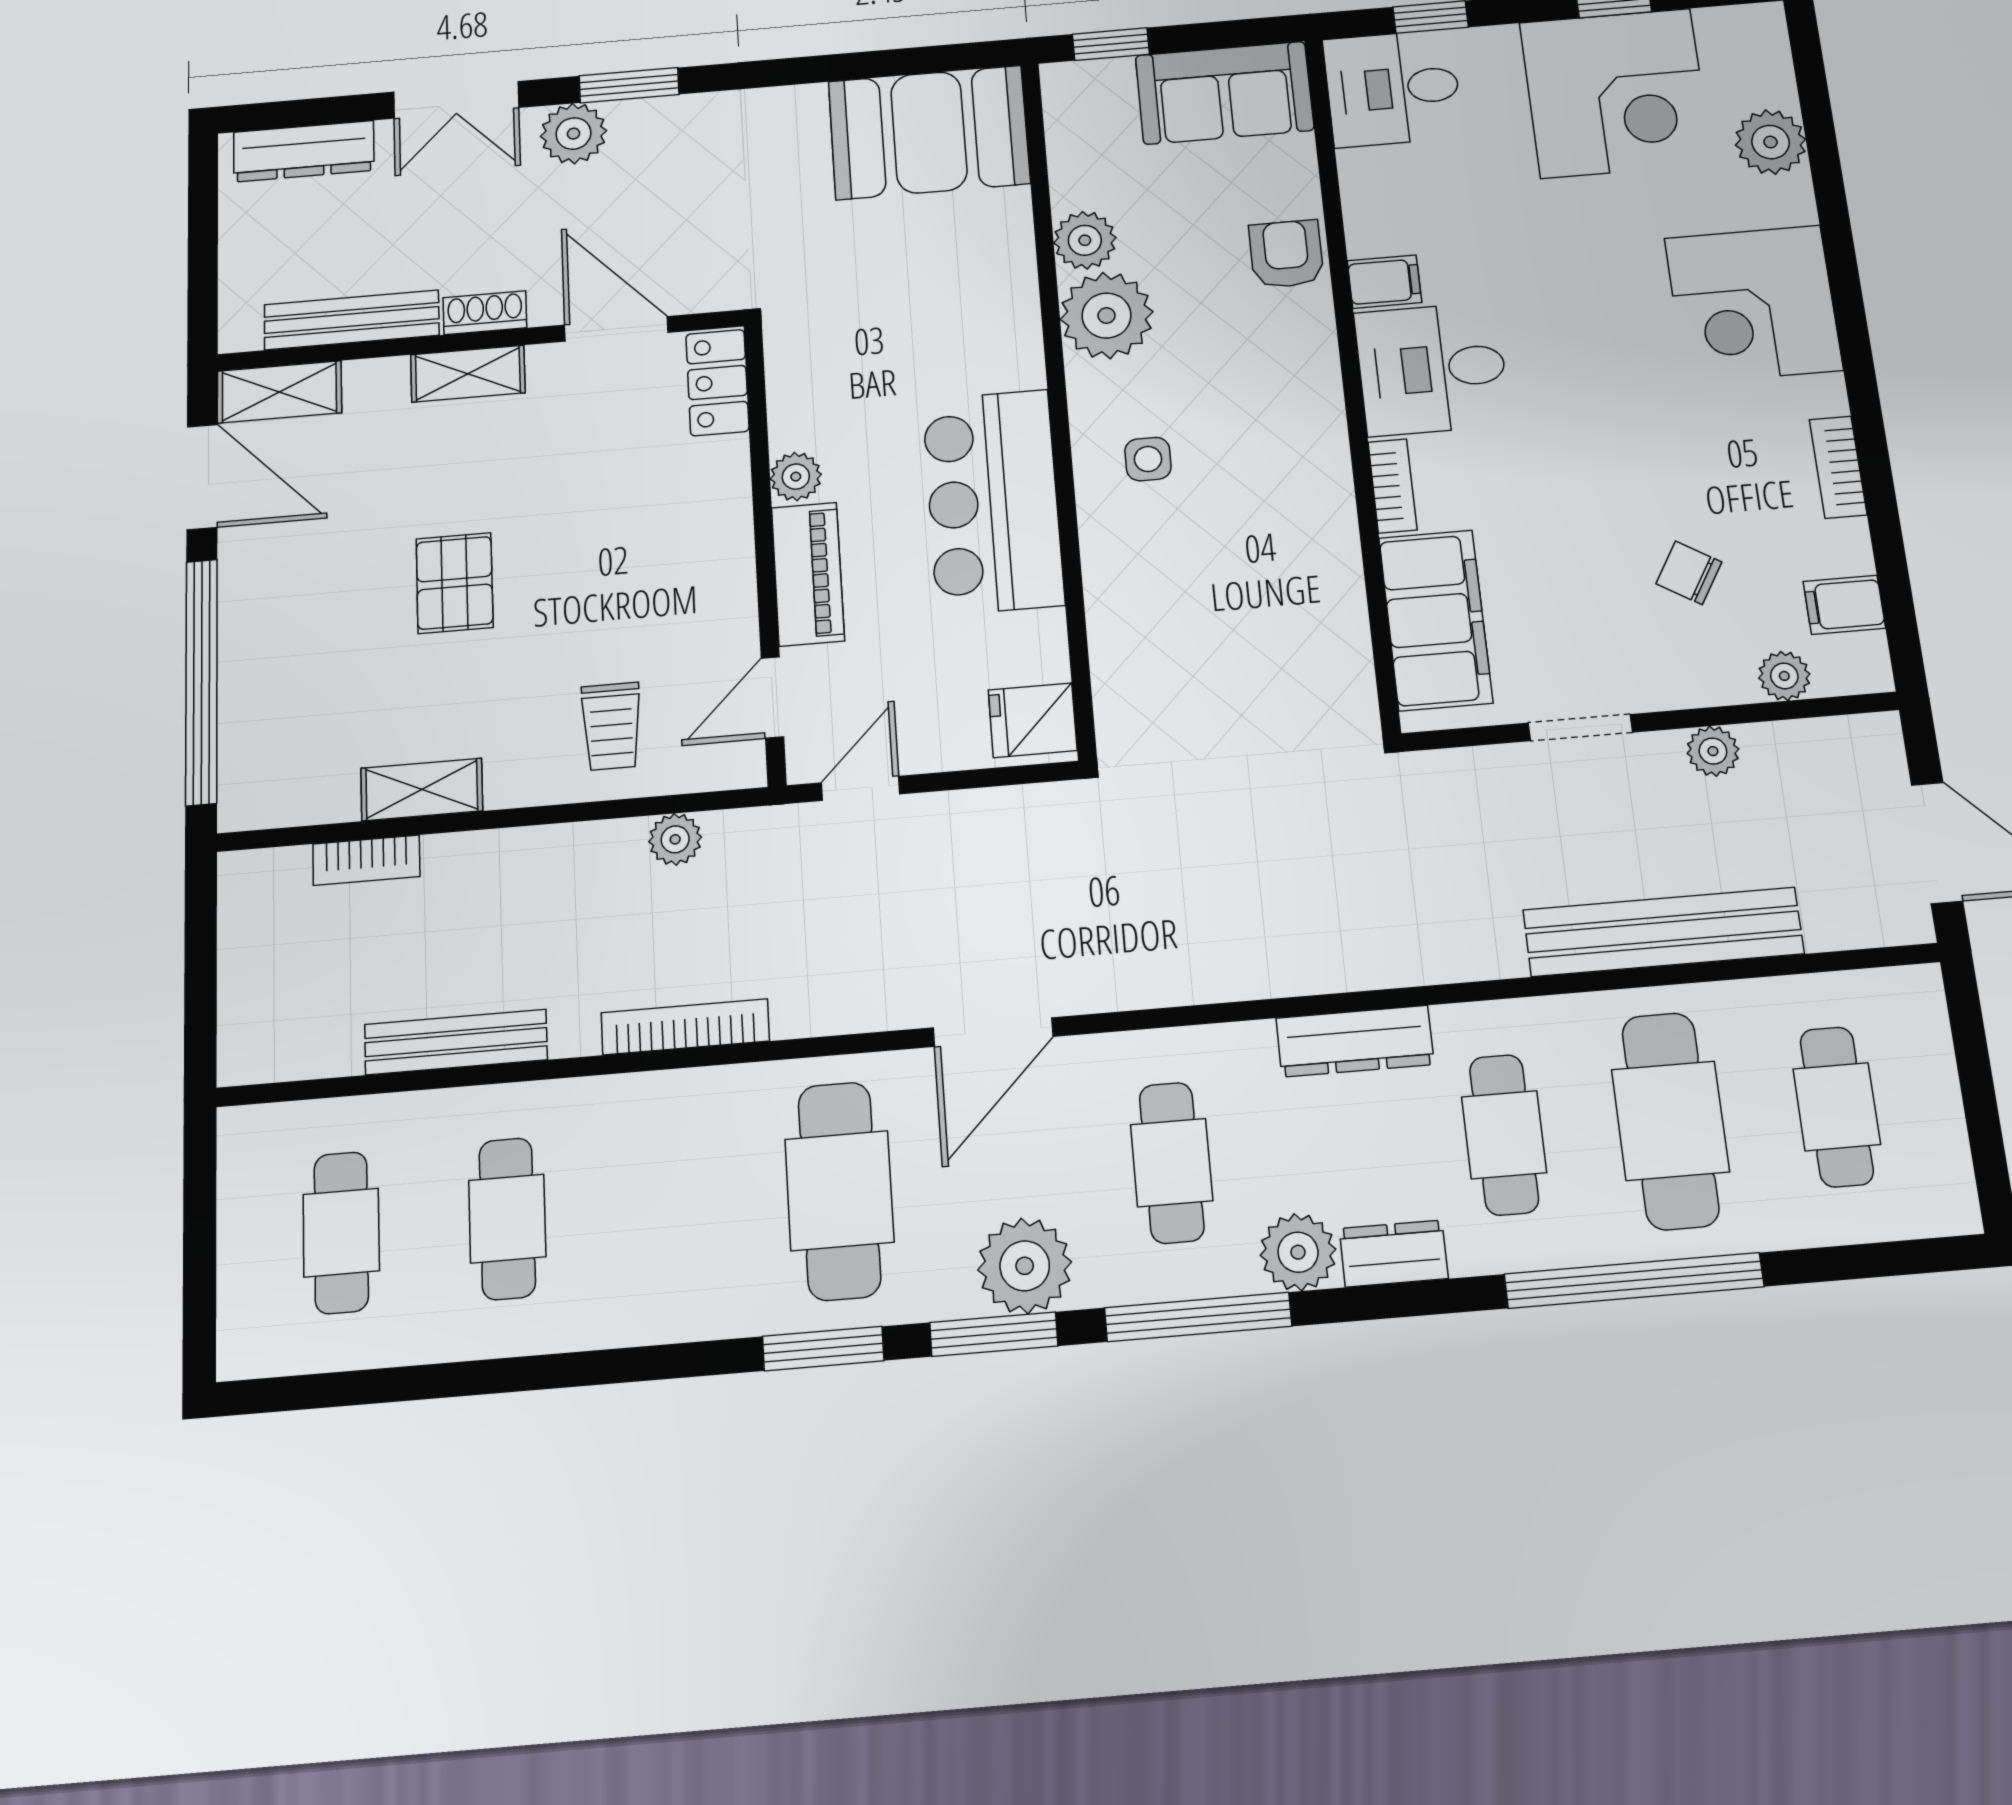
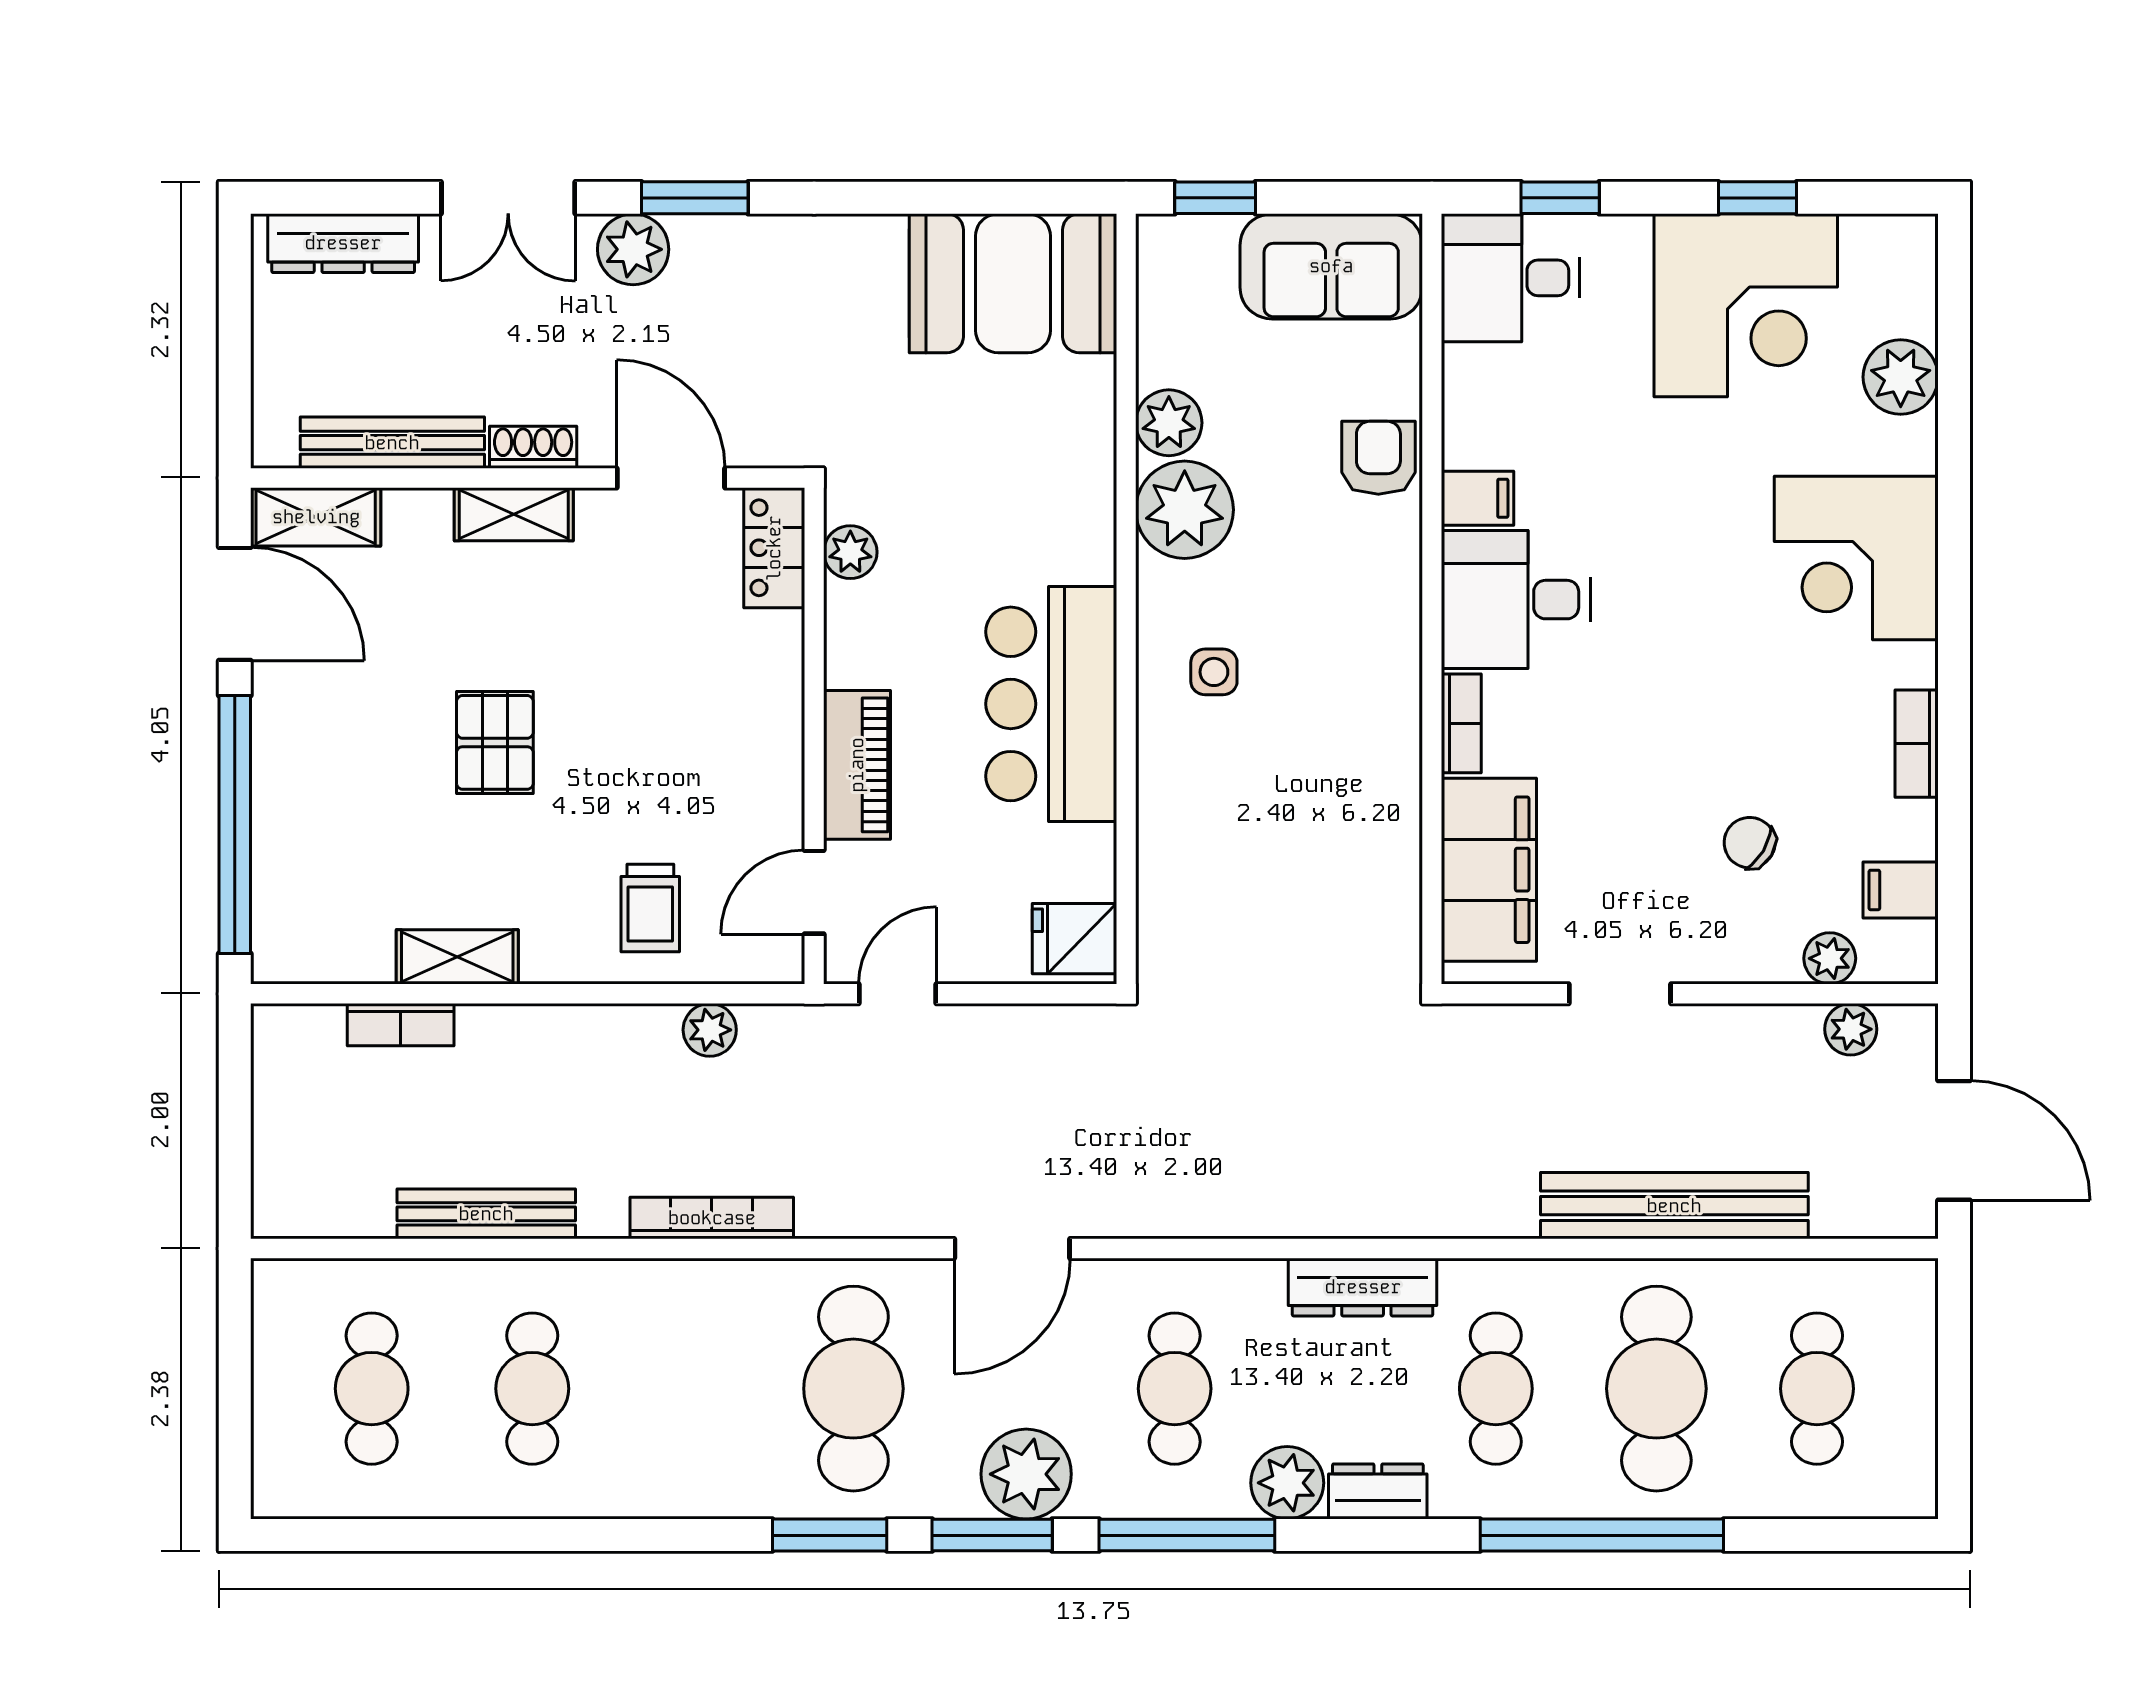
plant: (796, 477) -> (850, 552), moved
plant: (1713, 751) -> (1851, 1029), moved

